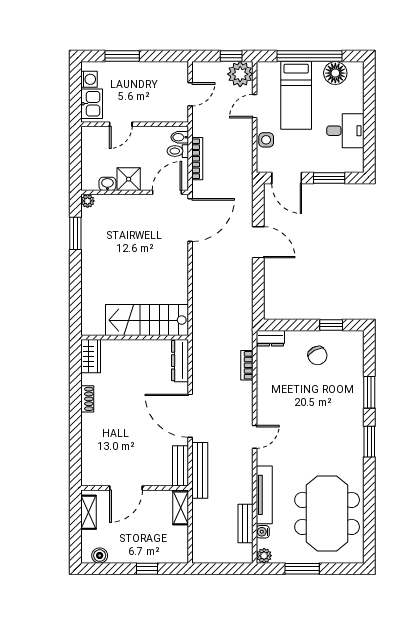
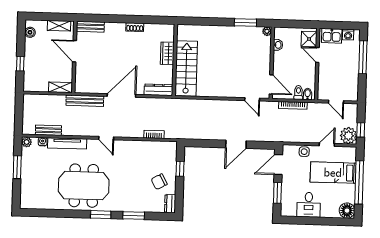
window: (122, 56) -> (363, 57), width x1.44
floor lamp: (335, 73) -> (347, 211), moved
door: (255, 106) -> (327, 145), hinge flipped
shower: (129, 179) -> (309, 39), moved
door: (190, 220) -> (252, 99), width x0.53
window: (331, 325) -> (180, 169), moved
dresser: (270, 338) -> (170, 204), moved
wardrobe: (91, 356) -> (167, 53), moved, turned 90
bench: (181, 466) -> (91, 27), moved
meeting table: (327, 513) -> (84, 186), moved

